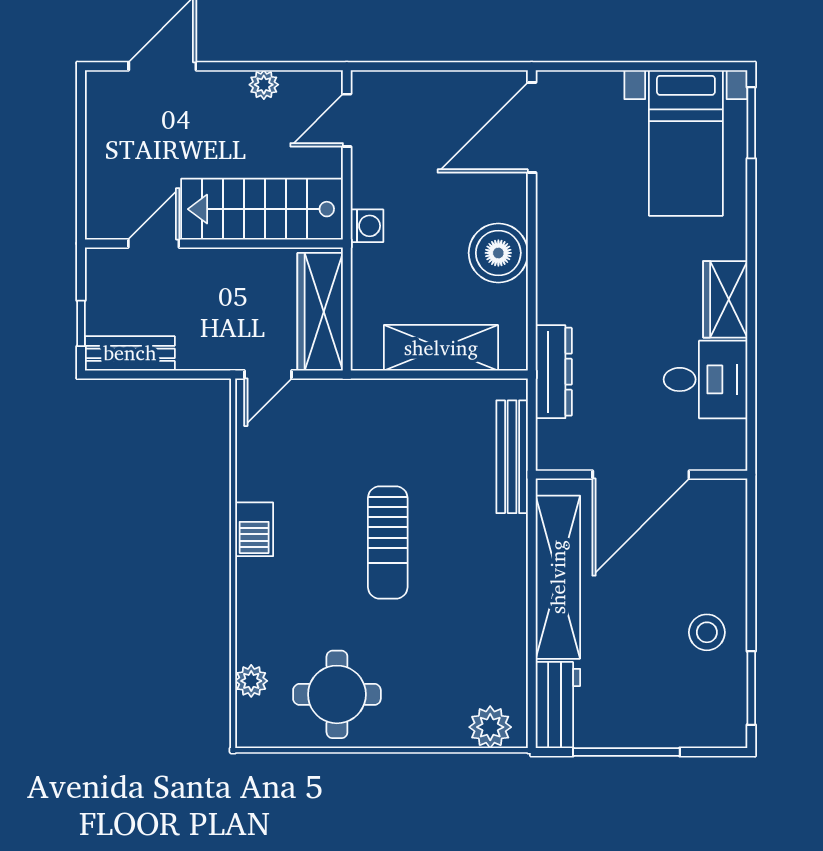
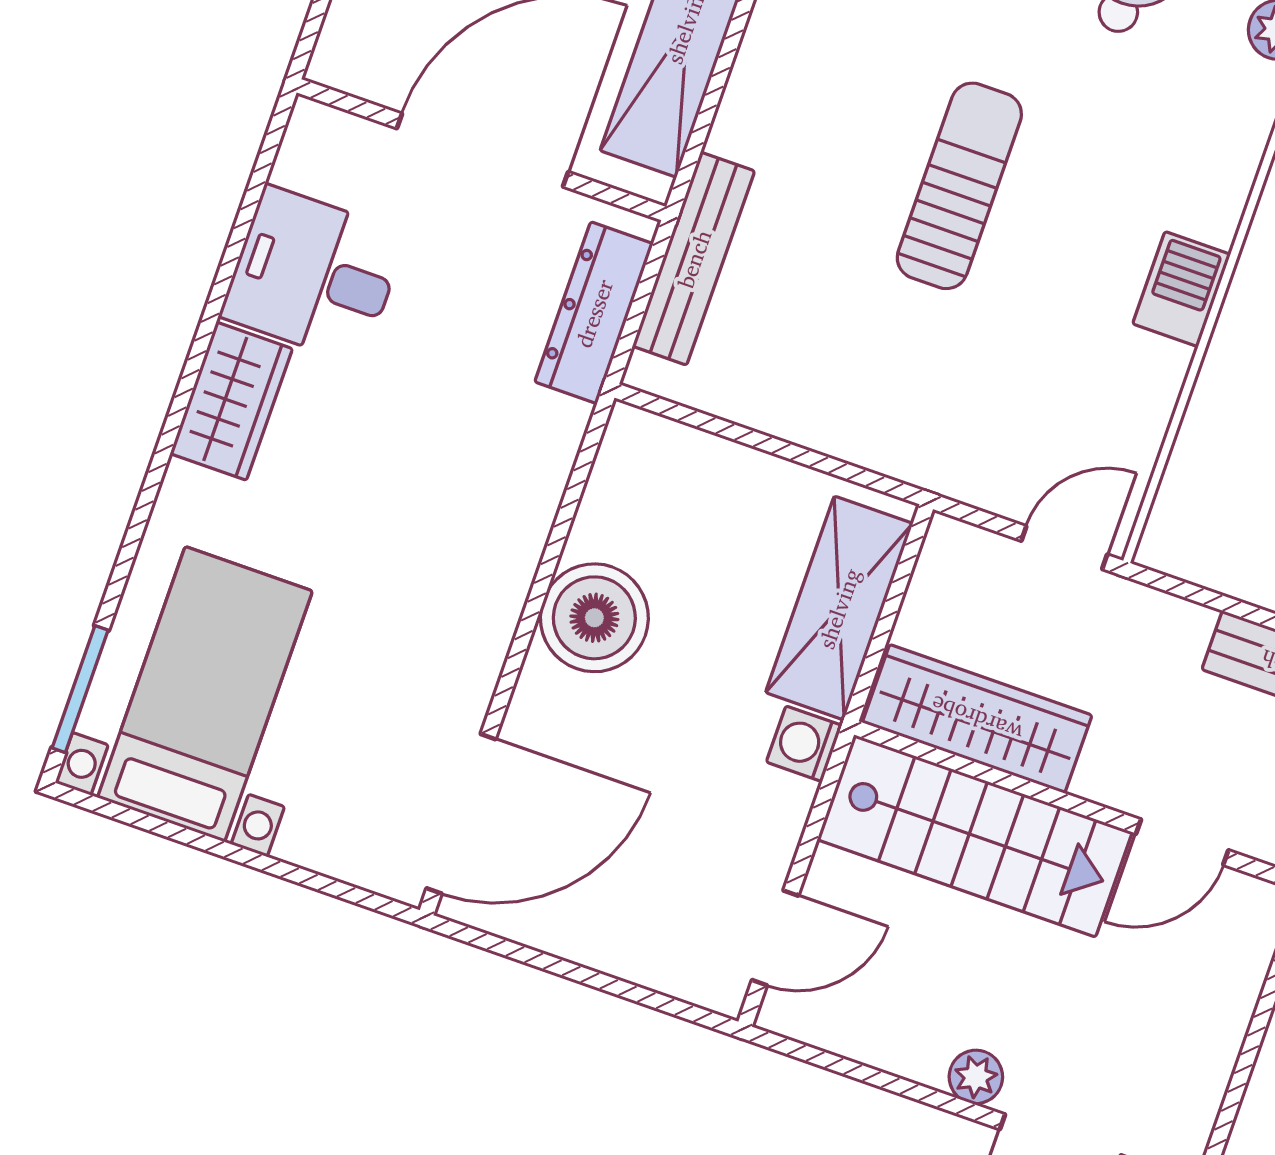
plant: (264, 85) -> (976, 1077), moved
wardrobe: (320, 312) -> (977, 719), moved, turned -90
shelving: (441, 348) -> (839, 608), moved, turned 90
dresser: (554, 372) -> (594, 313), moved

